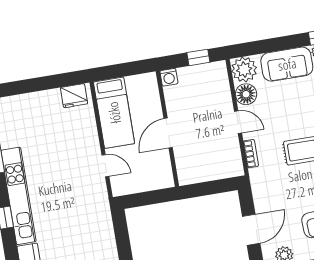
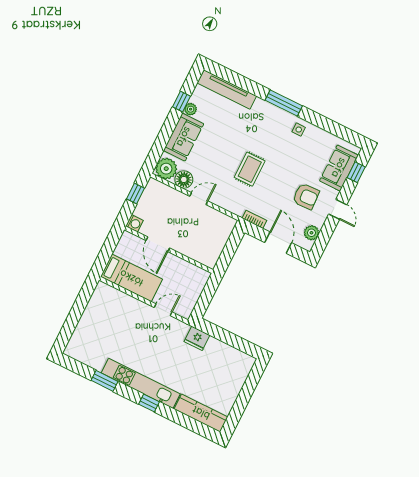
fridge: (74, 96) -> (197, 338), moved, turned 90
door: (168, 133) -> (158, 244), moved
bookcase: (251, 154) -> (254, 219), moved

